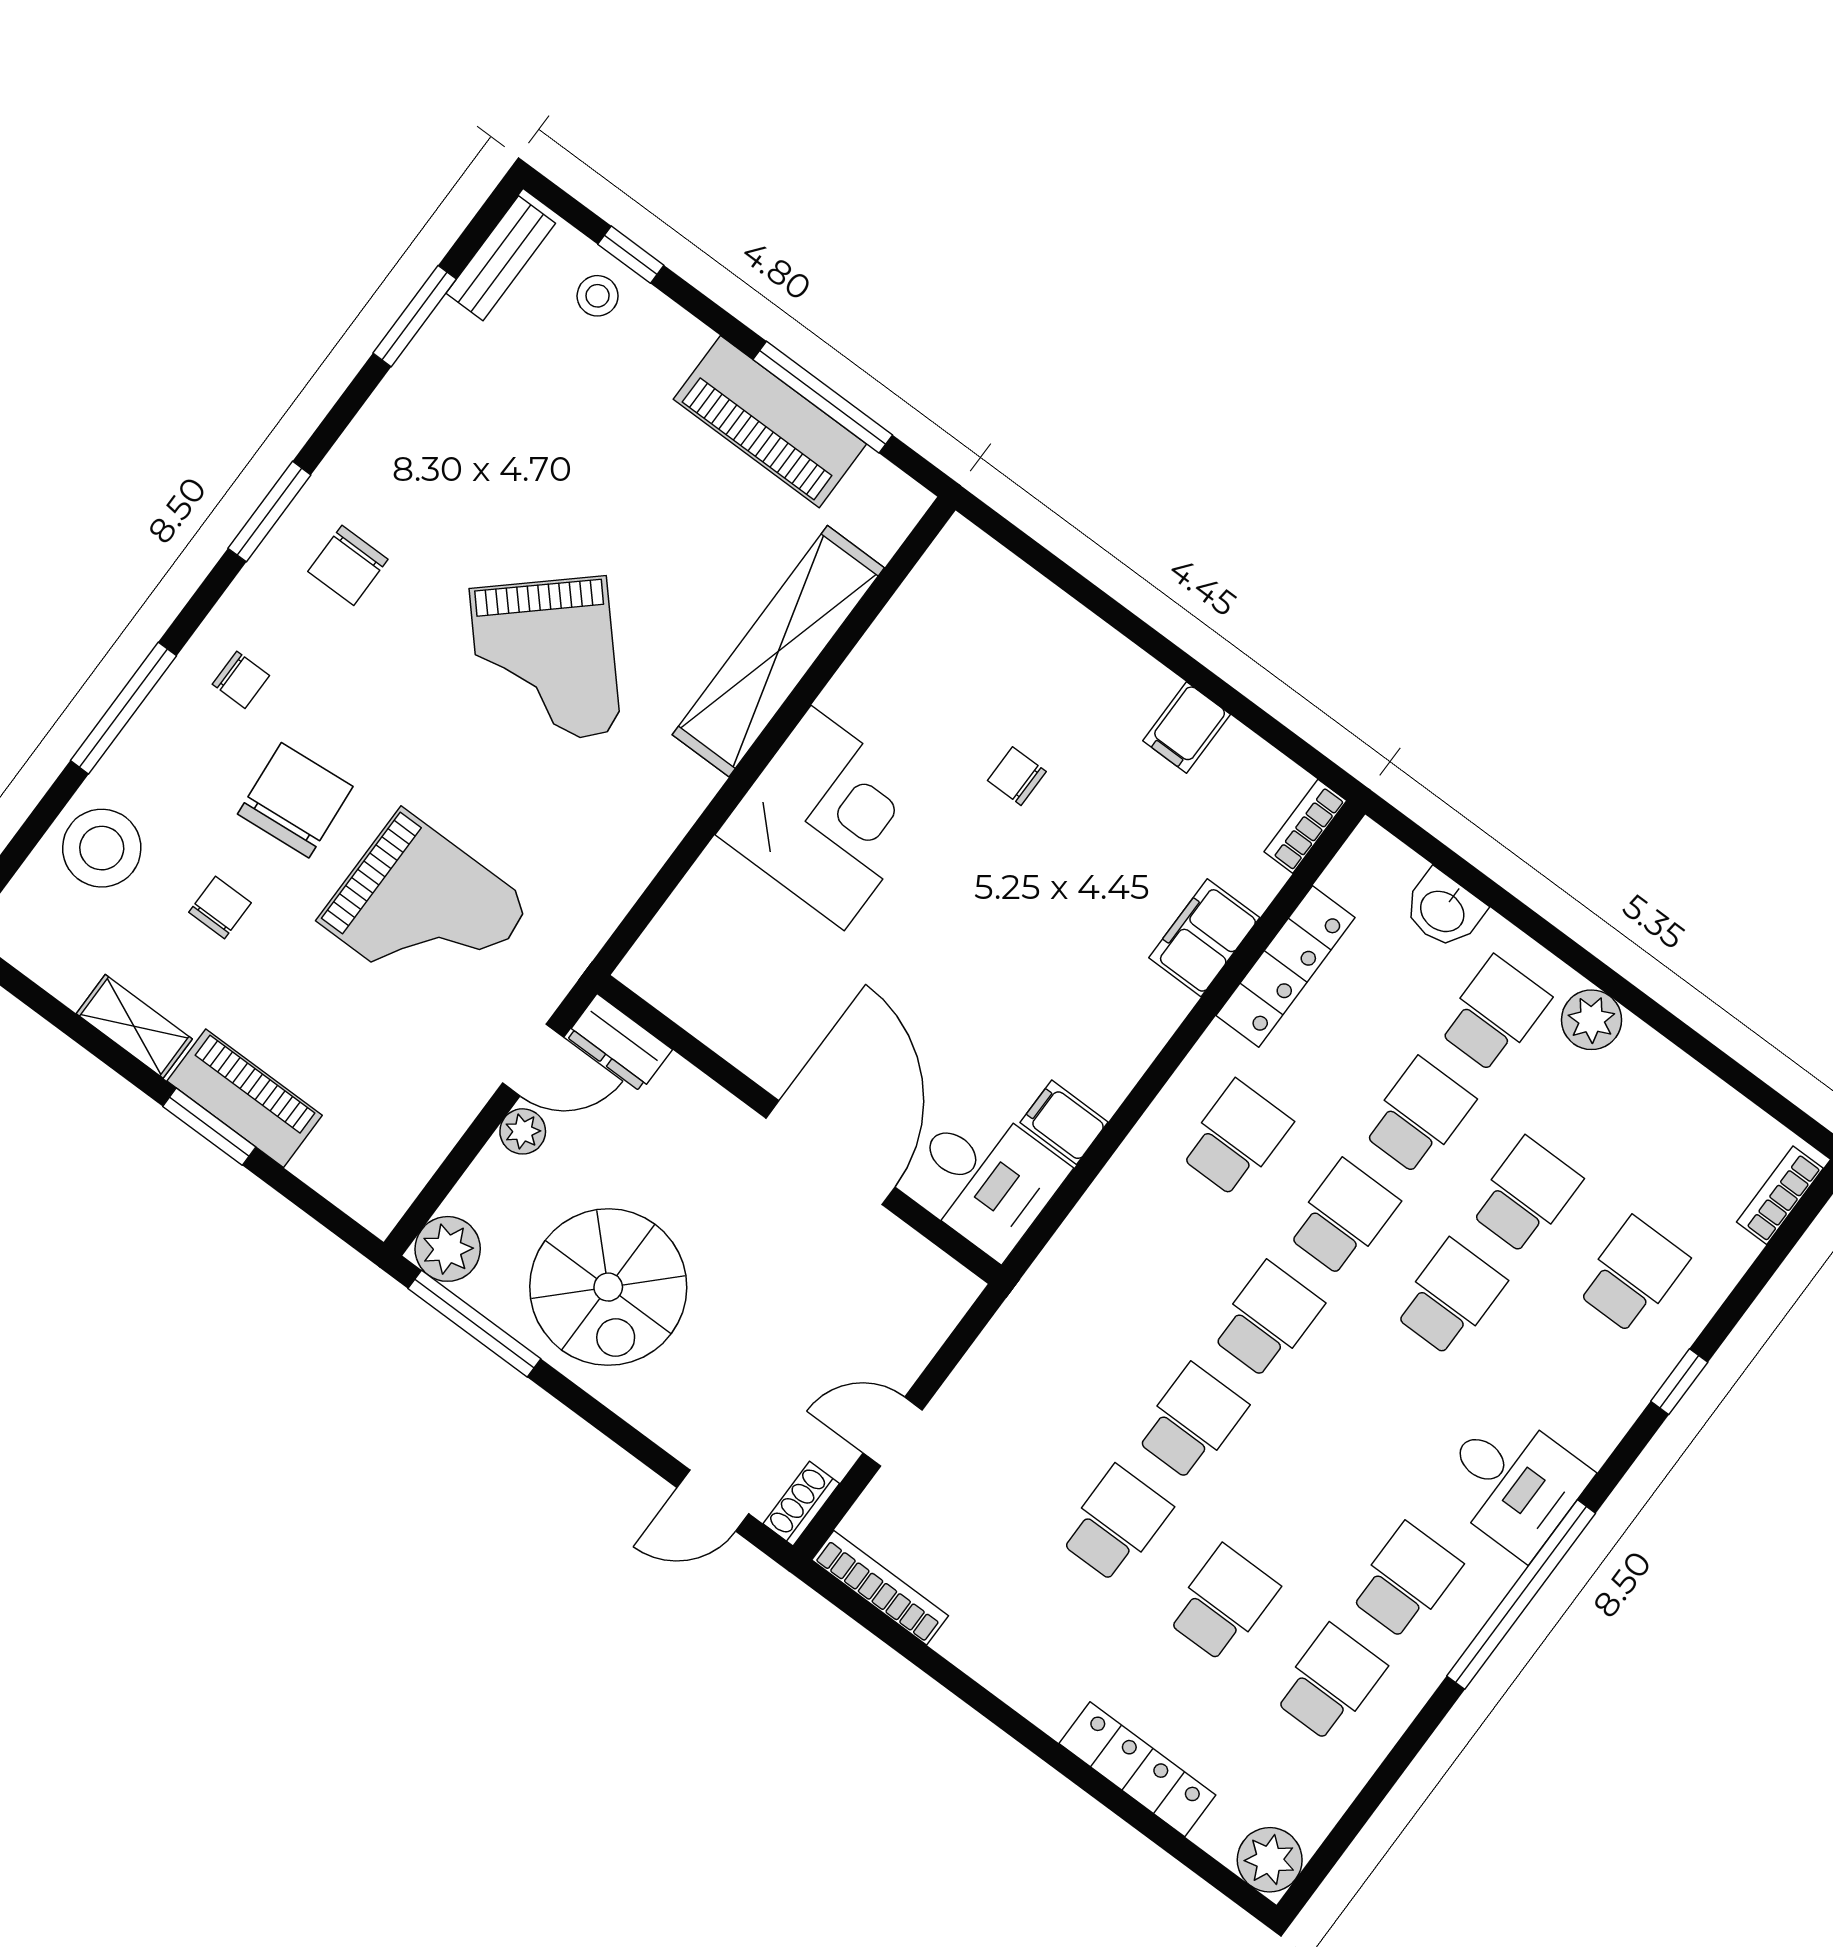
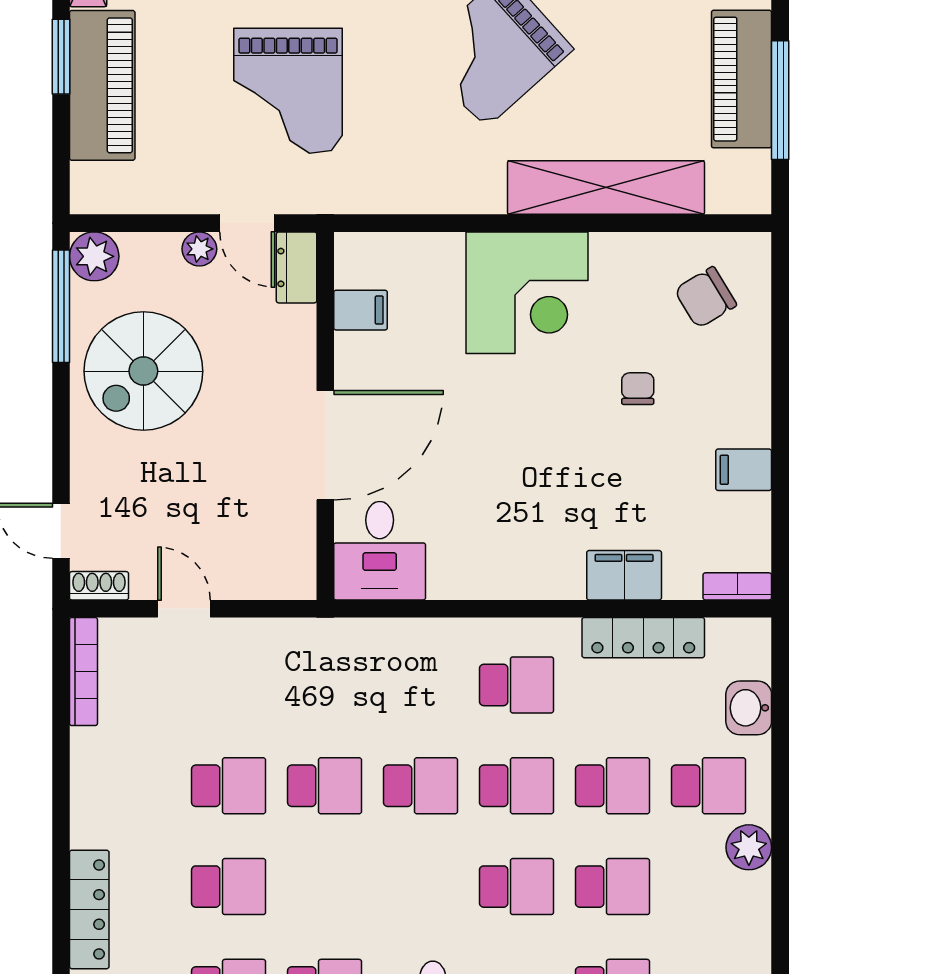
chair: (973, 632) -> (705, 297), added
piano: (245, 1098) -> (102, 85), width x1.37, depth x1.33
filing cabinet: (1064, 1122) -> (361, 310), moved, turned 90

